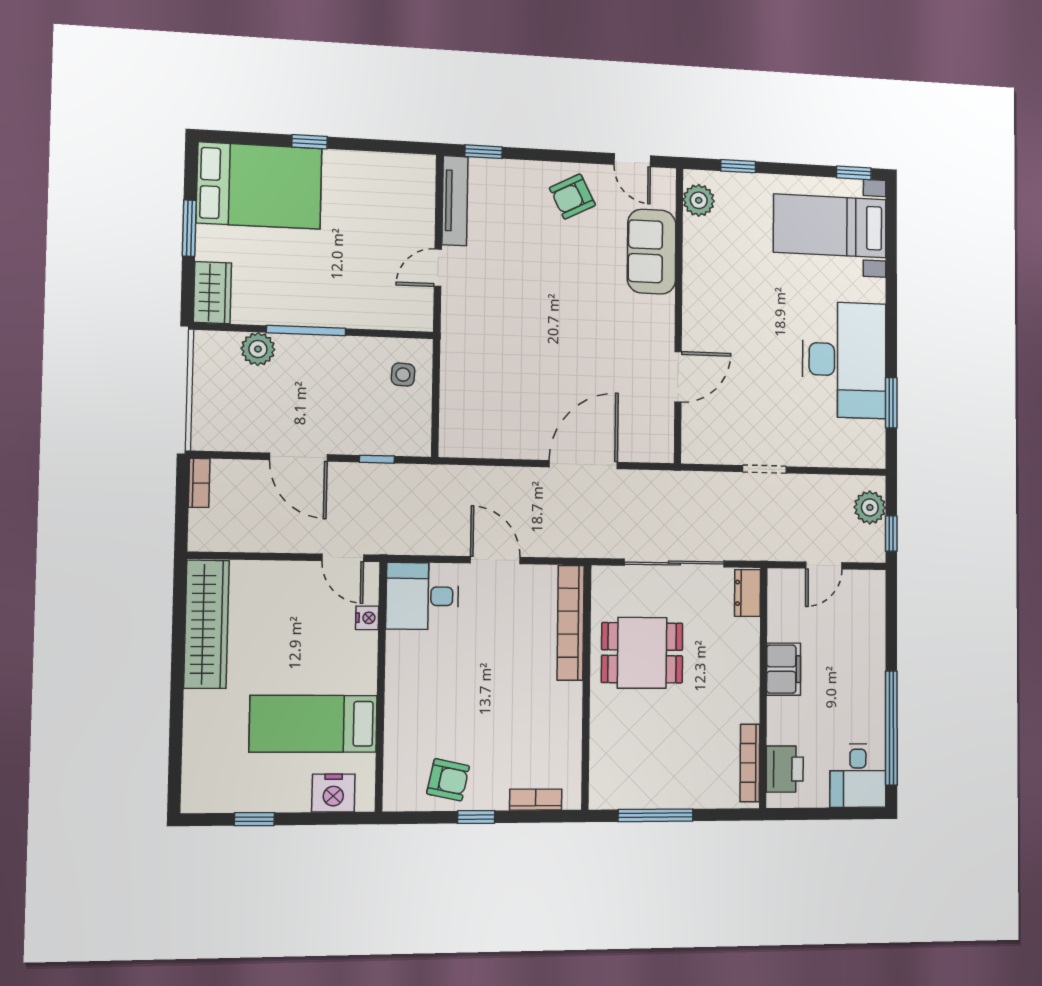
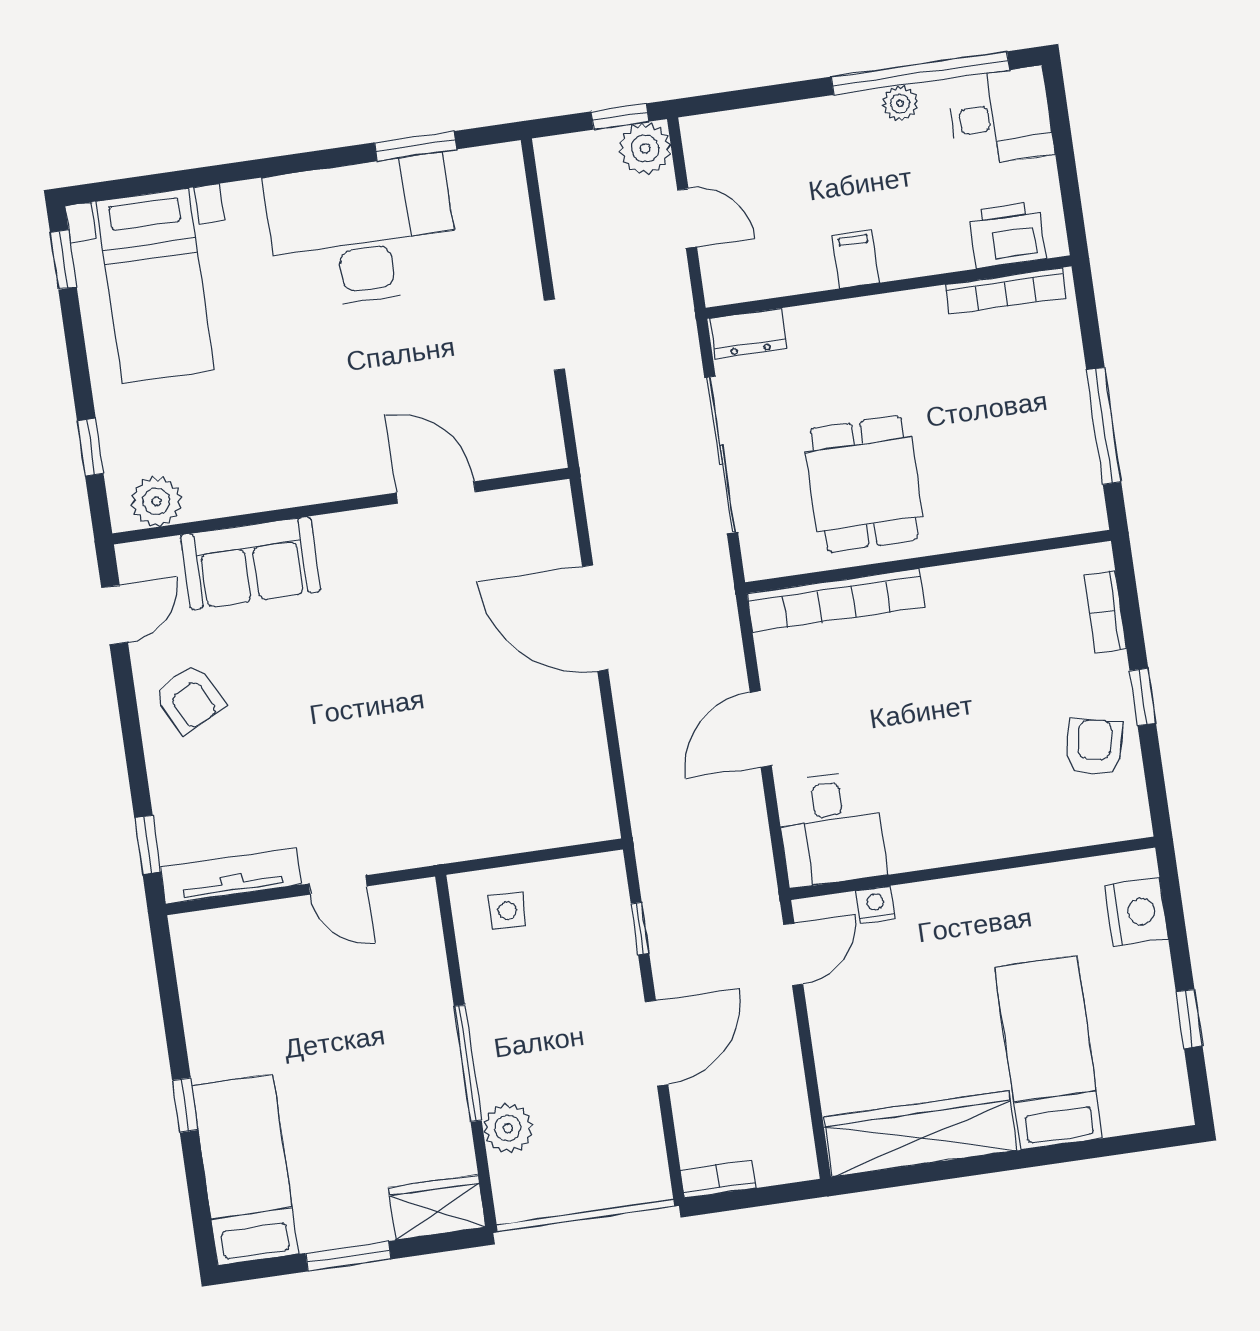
bed: (259, 186) -> (245, 1170), width x0.67
plant: (870, 507) -> (645, 149), moved
filing cabinet: (784, 669) -> (856, 259), width x0.50
plant: (875, 712) -> (900, 103), added
bed: (313, 724) -> (1049, 1053), moved, turned 180

